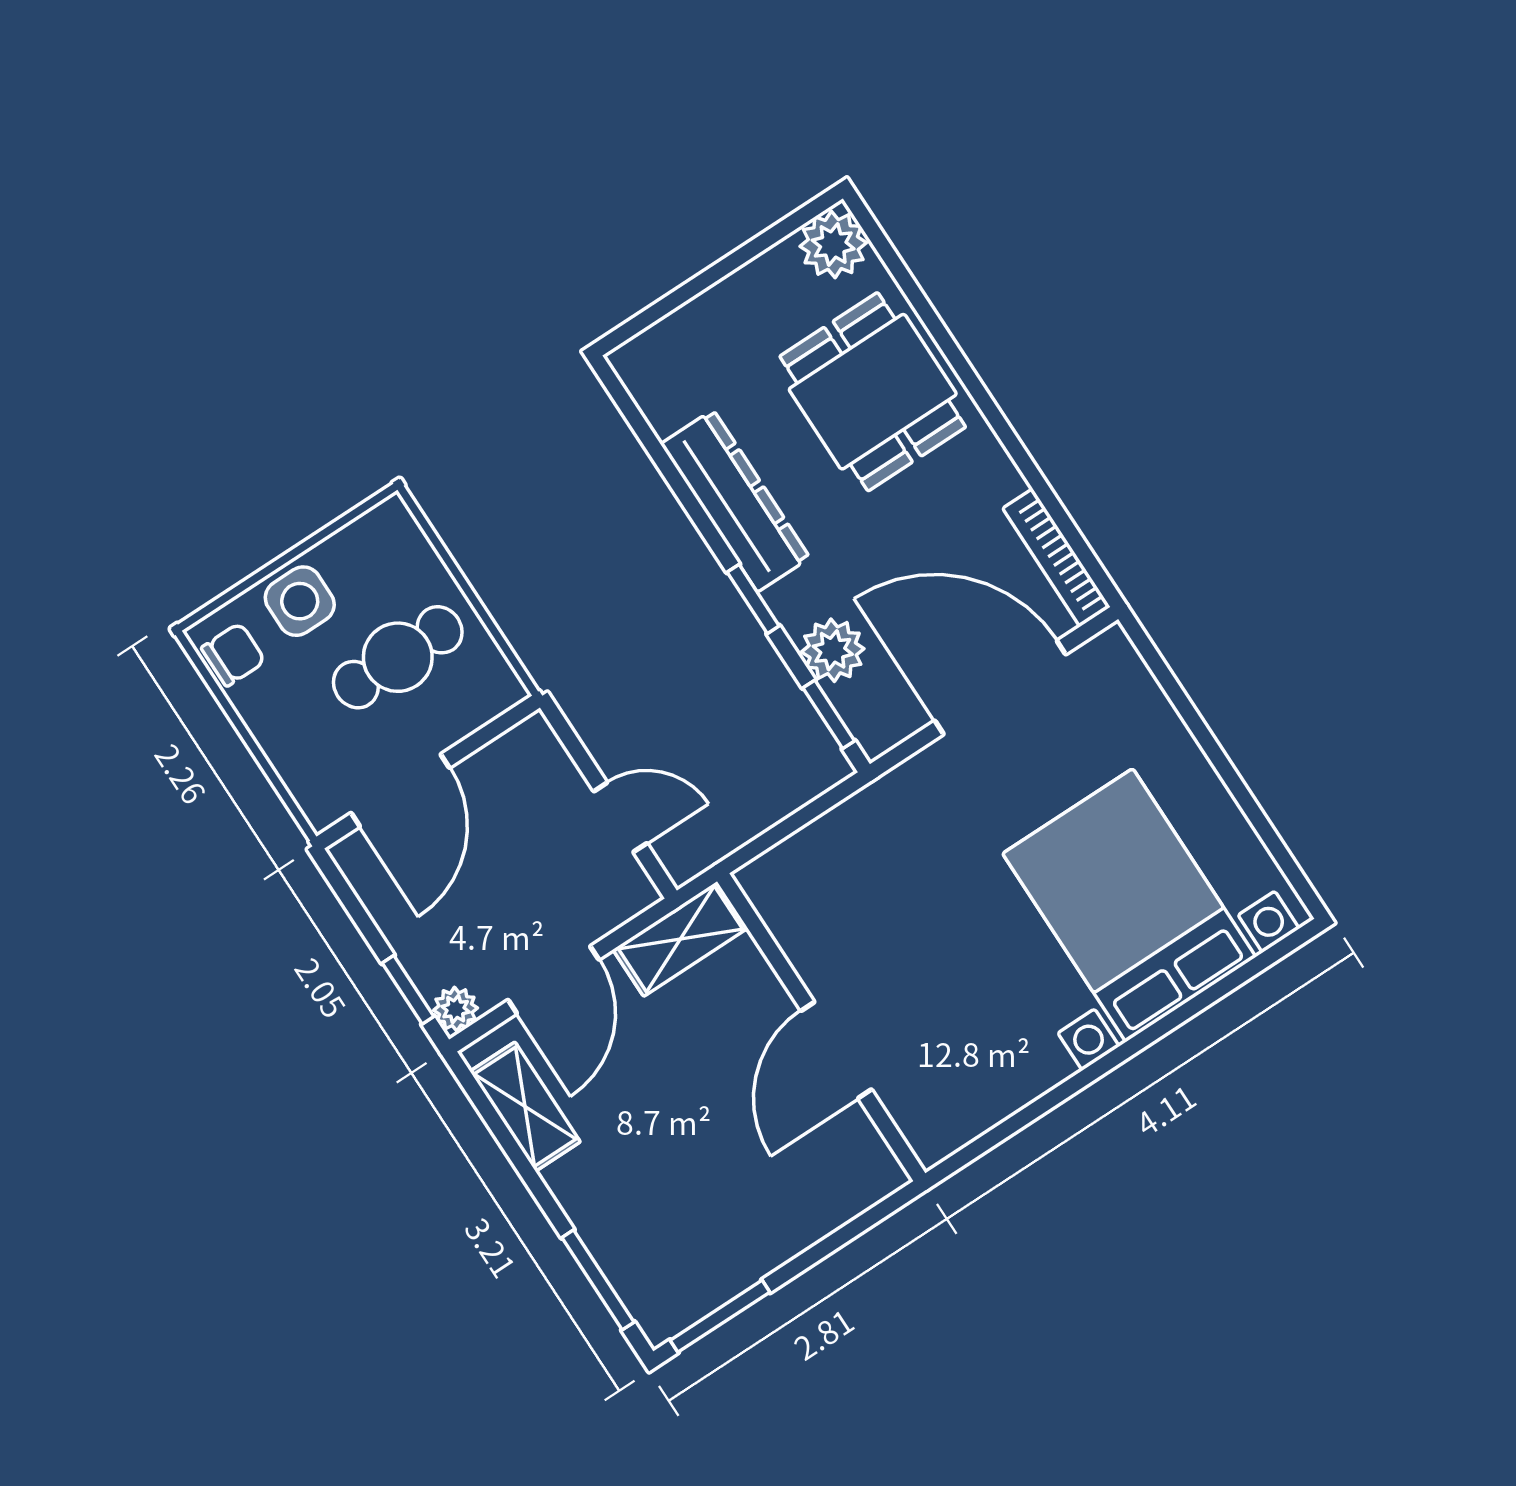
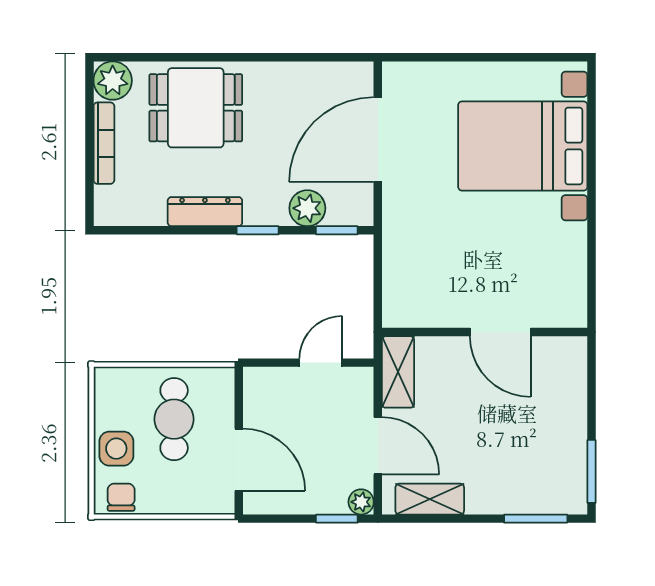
dresser: (735, 501) -> (205, 212), width x0.73, depth x0.80
bookcase: (1056, 558) -> (104, 143), moved, turned -90

